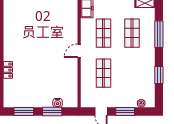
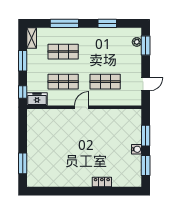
door: (79, 51) -> (82, 107), swing flipped
water cooler: (58, 103) -> (137, 149), moved
window: (125, 112) -> (146, 45), moved

